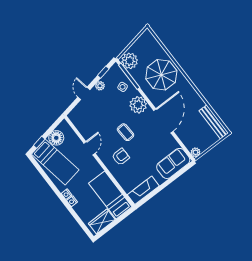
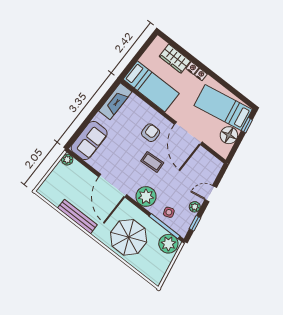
door: (84, 93) -> (211, 194), swing flipped
bench: (214, 122) -> (77, 216), moved
door: (89, 148) -> (188, 133), width x1.87
armchair: (121, 157) -> (151, 133), turned 180
wardrobe: (102, 222) -> (175, 59), moved, turned 90

